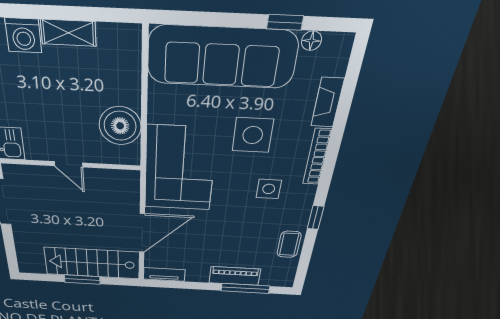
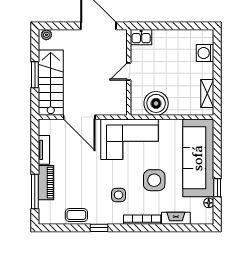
shelving: (68, 33) -> (207, 94), moved
plant: (25, 264) -> (46, 35), added
tv unit: (164, 274) -> (44, 150), moved

